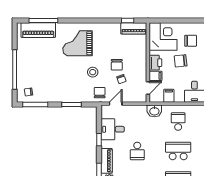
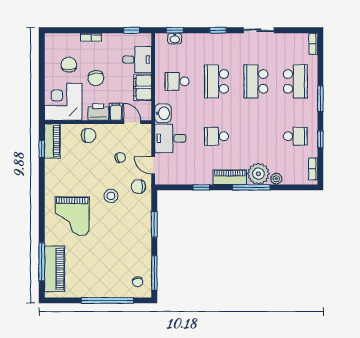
chair: (117, 65) -> (89, 135), moved
filing cabinet: (169, 96) -> (143, 87), width x2.00
desk: (113, 129) -> (170, 138), moved, turned 90
school desk: (137, 151) -> (217, 136), turned 180

